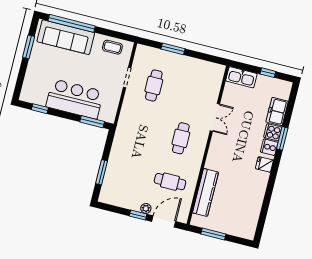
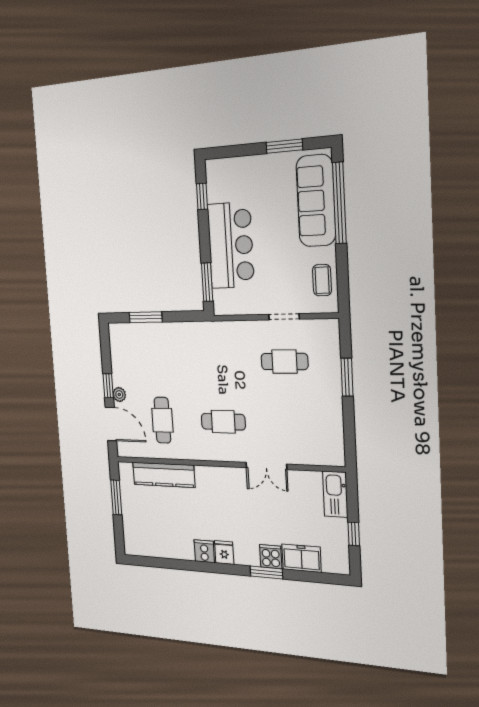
cooker: (269, 147) -> (204, 551), moved

